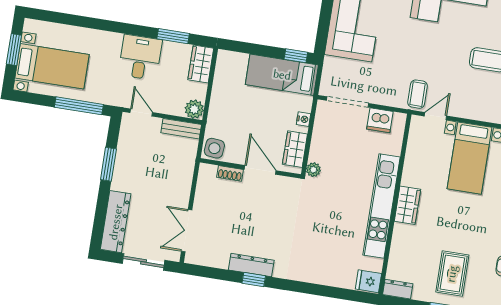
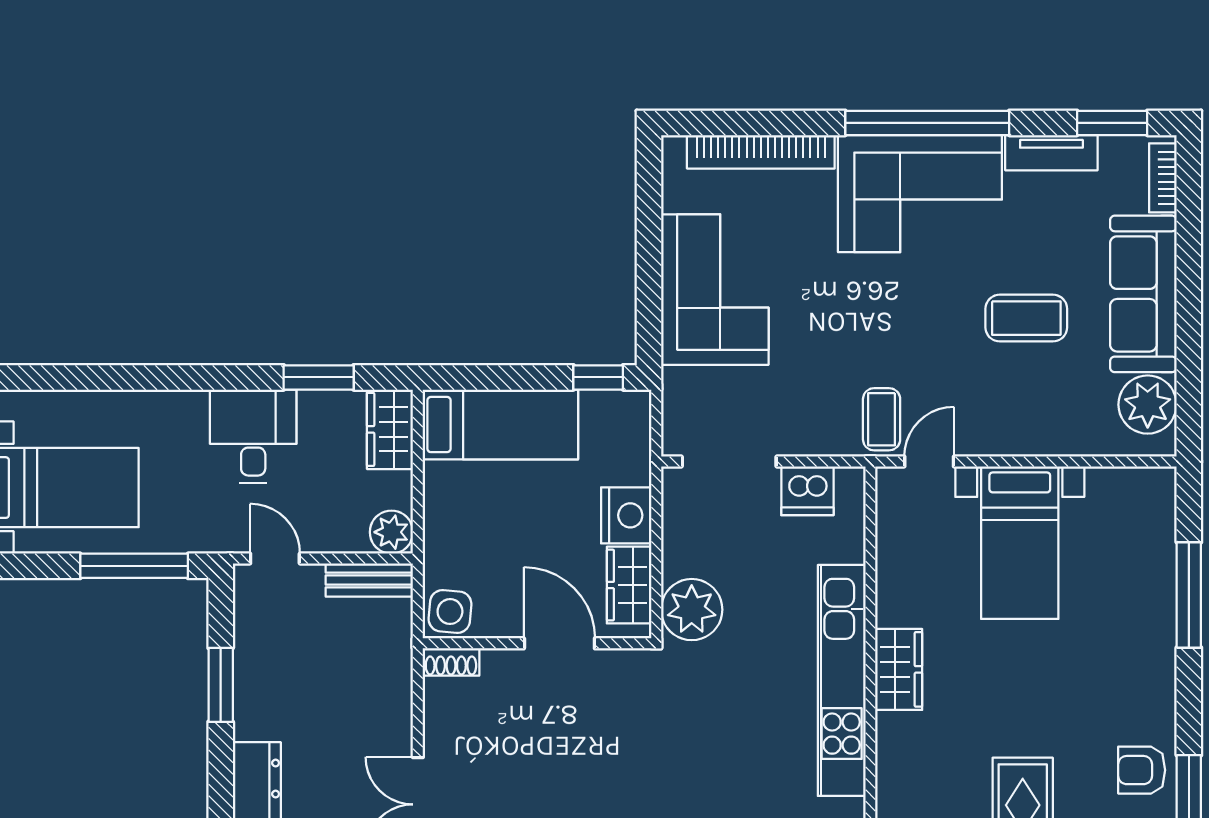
bed: (282, 75) -> (500, 425), moved, turned 180
nightstand: (303, 119) -> (626, 515), width x1.89, depth x1.79
plant: (313, 170) -> (692, 610), width x1.88, depth x1.88
shoe rack: (230, 173) -> (451, 662), moved

